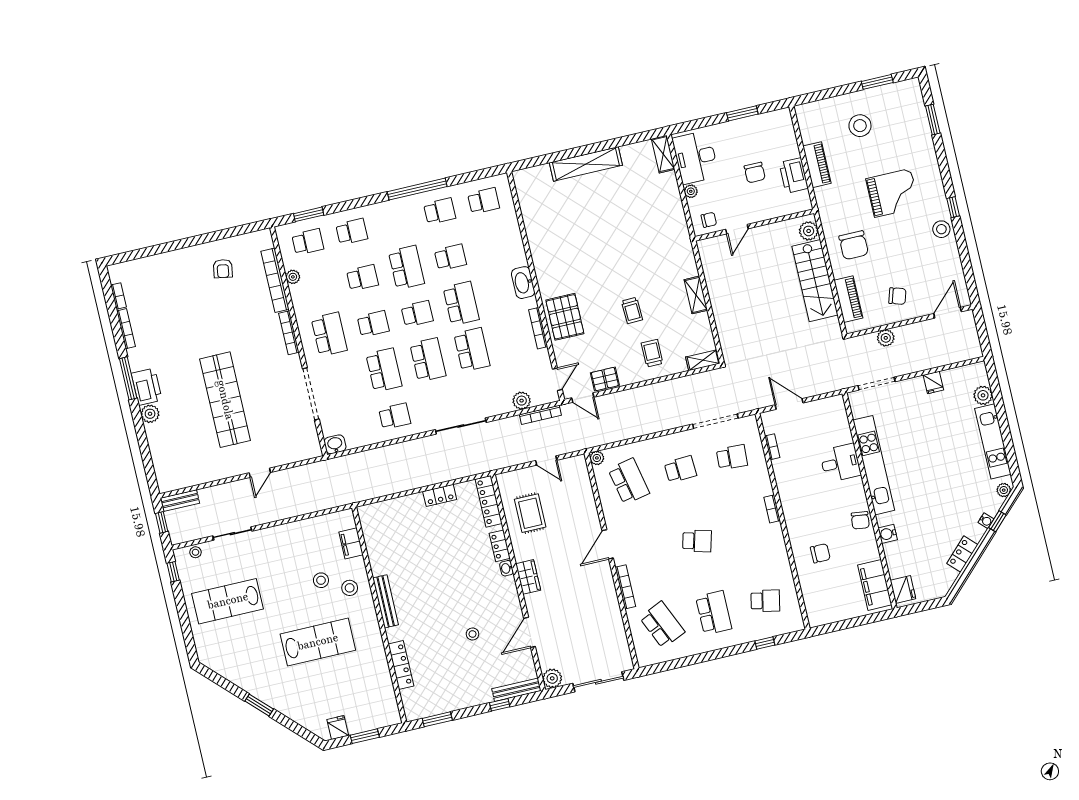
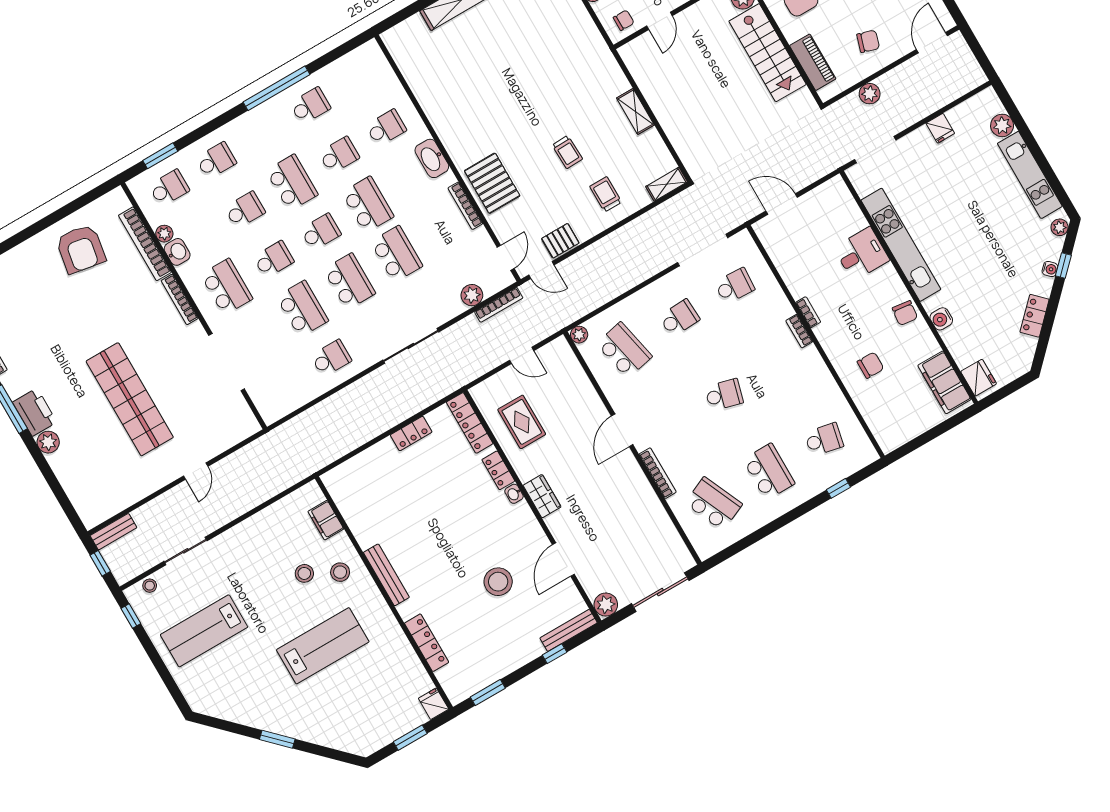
school desk: (484, 201) -> (386, 128), moved
armchair: (223, 269) -> (81, 249), width x1.88, depth x1.88
washbasin: (335, 444) -> (177, 252), moved, turned 90
bookcase: (772, 447) -> (808, 312), moved
stool: (472, 634) -> (498, 582), width x1.89, depth x1.89
fridge: (338, 727) -> (434, 704), moved

